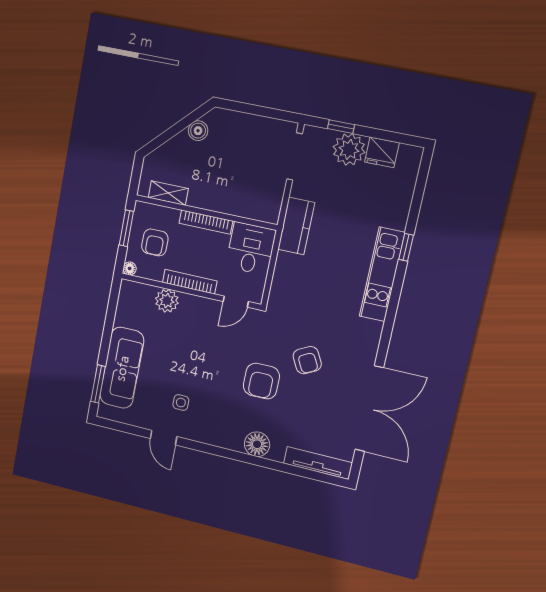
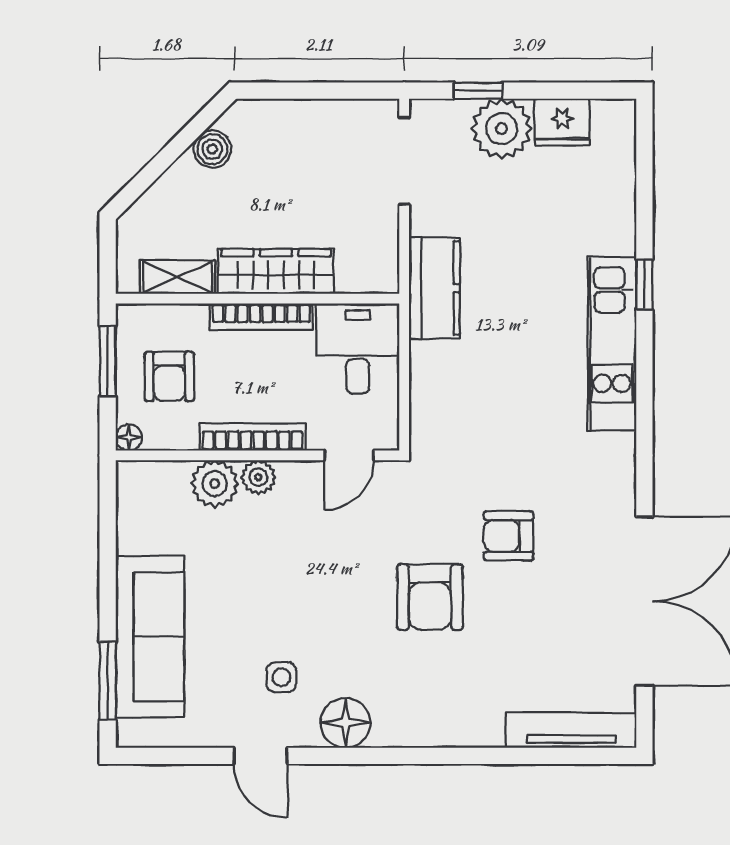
wardrobe: (218, 201) -> (276, 271), added
plant: (189, 302) -> (258, 477), added
armchair: (307, 360) -> (509, 536), turned 118
floor lamp: (257, 444) -> (345, 723), moved

